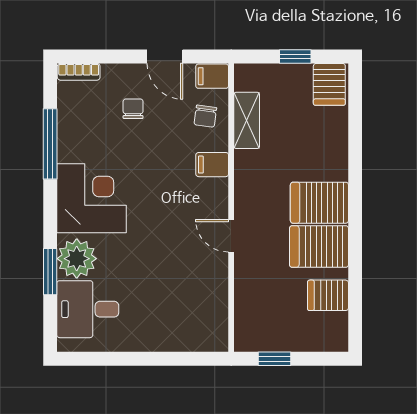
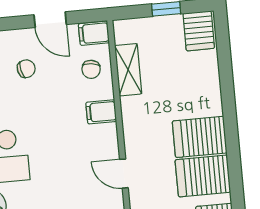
chair: (133, 109) -> (26, 69), turned 77

